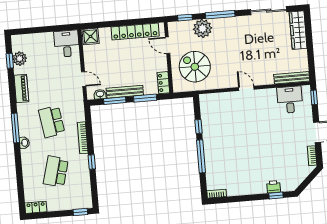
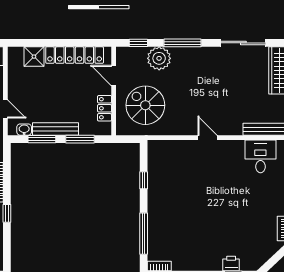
shower: (91, 36) -> (34, 57), moved
locker: (163, 83) -> (105, 108), moved
window: (201, 156) -> (144, 234), moved

